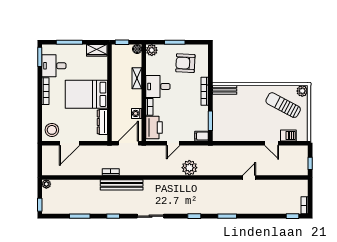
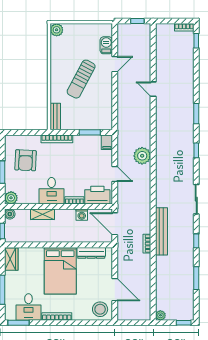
sun lounger: (283, 105) -> (81, 79), moved

